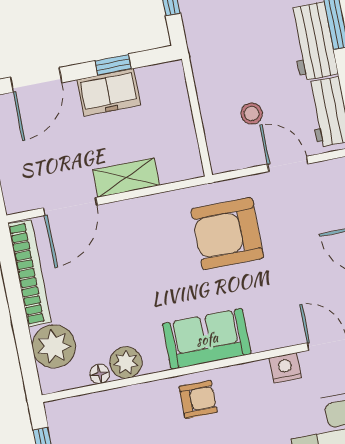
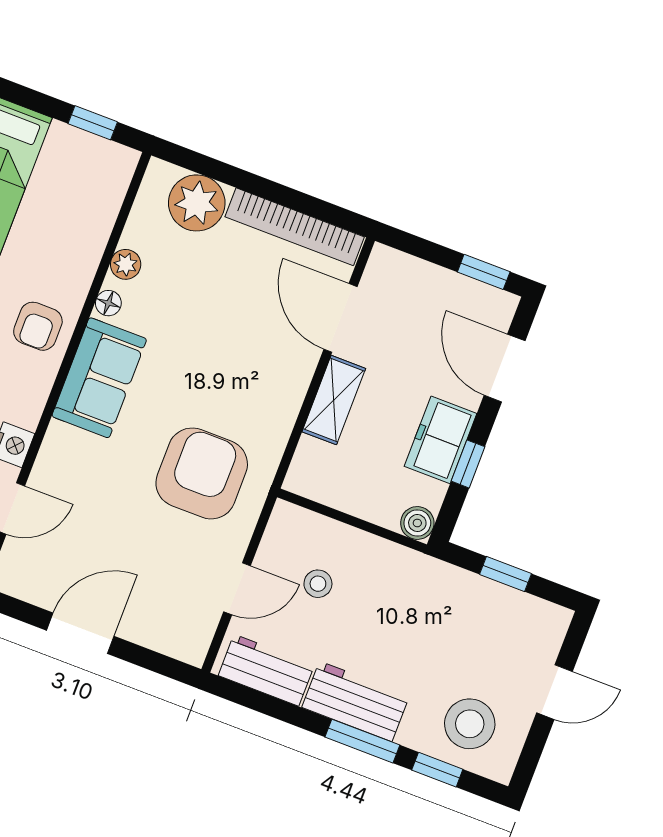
boiler: (172, 74) -> (417, 523), added
plant: (126, 363) -> (126, 264), width x0.73, depth x0.73
floor lamp: (100, 374) -> (108, 303), moved

